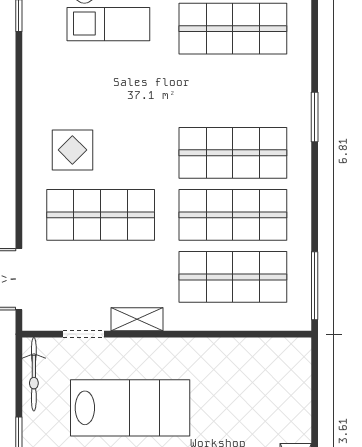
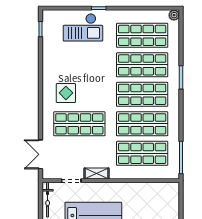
shop shelf: (233, 91) -> (142, 65), added

